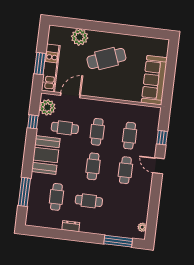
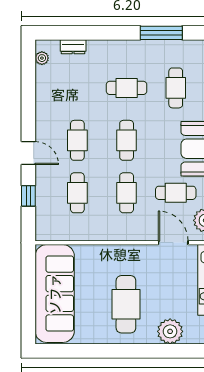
cafe table: (106, 58) -> (126, 304), turned -69
sofa: (154, 80) -> (55, 294), width x1.36, depth x1.27
door: (70, 95) -> (173, 243), swing flipped
dresser: (71, 226) -> (73, 47), moved
window: (118, 241) -> (161, 33), moved

